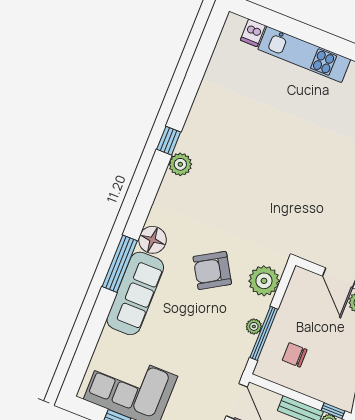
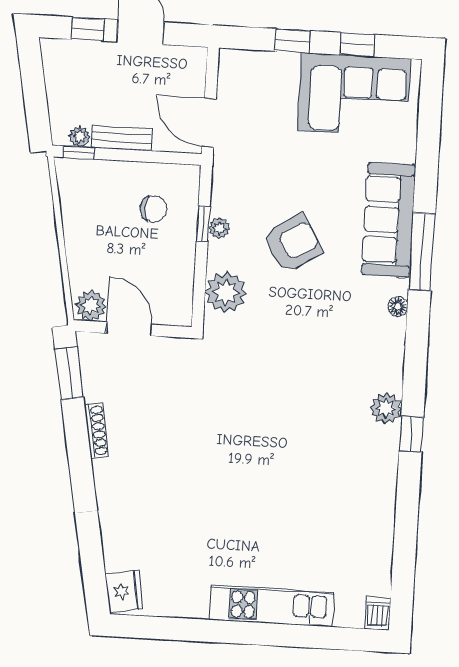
dishwasher: (253, 33) -> (378, 613), moved
floor lamp: (152, 240) -> (398, 307), width x0.53, depth x0.53
armchair: (212, 270) -> (293, 244), moved
window: (264, 333) -> (203, 224), width x0.46

